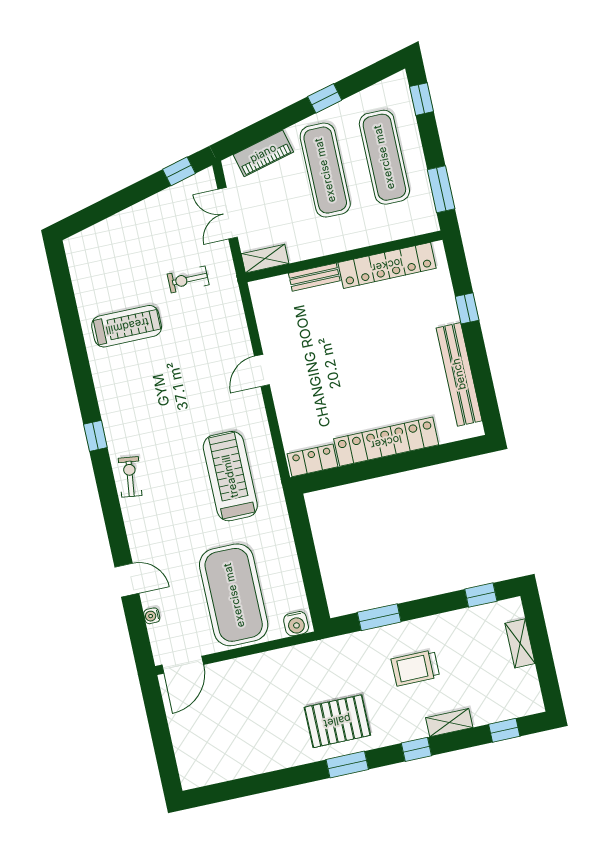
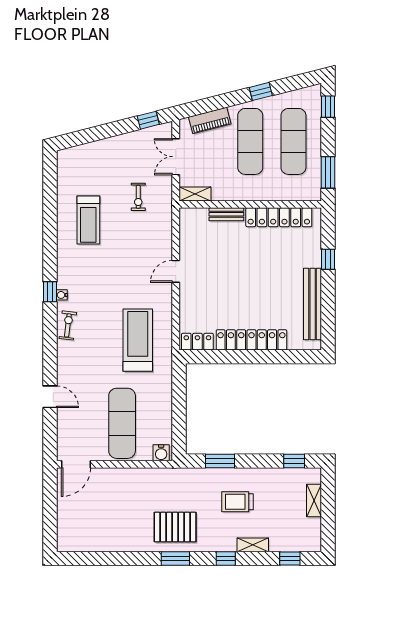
exercise bike: (188, 279) -> (138, 197), turned -90
treadmill: (127, 326) -> (88, 220), turned 90
exercise mat: (234, 595) -> (122, 423), width x0.68
water cooler: (152, 616) -> (62, 295), moved

